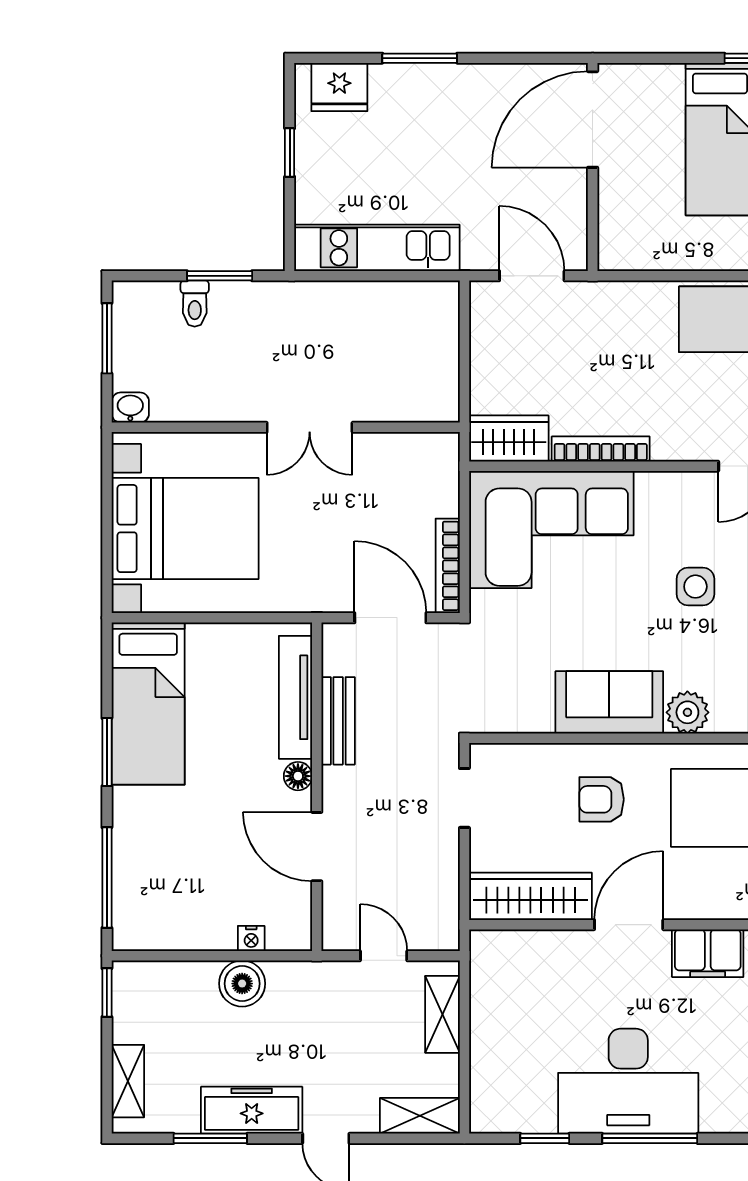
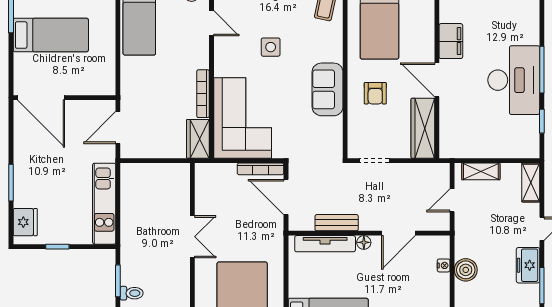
door: (390, 618) -> (286, 197), hinge flipped
plant: (687, 712) -> (332, 51), removed
freezer: (252, 1110) -> (528, 265), width x0.71

